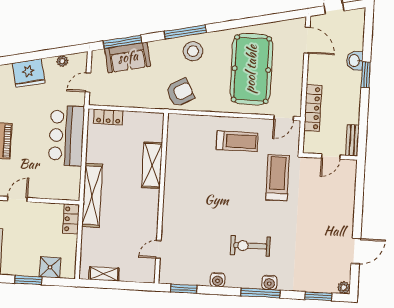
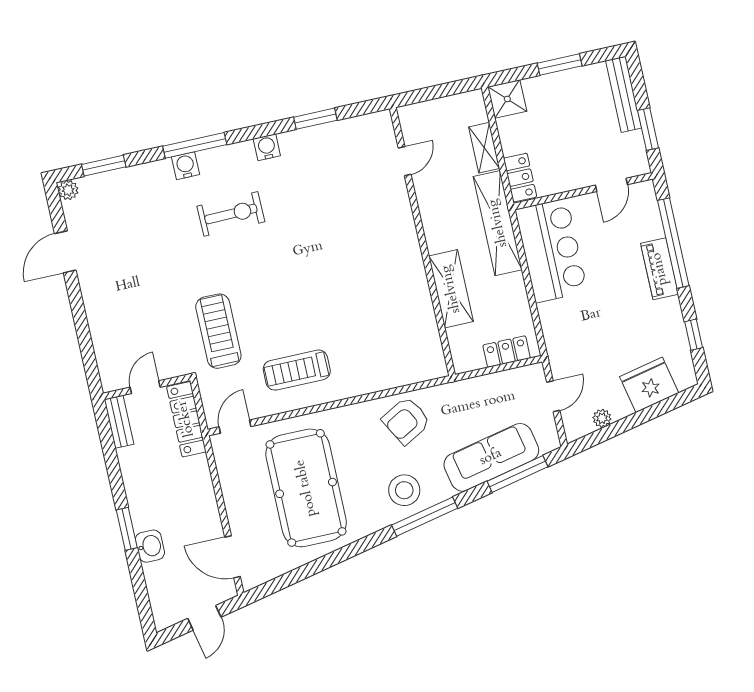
sofa: (128, 57) -> (491, 457), width x1.36
locker: (313, 108) -> (186, 419), moved
bar counter: (66, 136) -> (551, 251), moved
shelving: (152, 165) -> (451, 289), moved
treadmill: (277, 178) -> (218, 331), turned 180
wall: (161, 198) -> (422, 242), moved
door: (158, 249) -> (405, 161), moved
shower: (50, 267) -> (507, 99), moved
shelving: (104, 274) -> (484, 148), moved, turned 90

